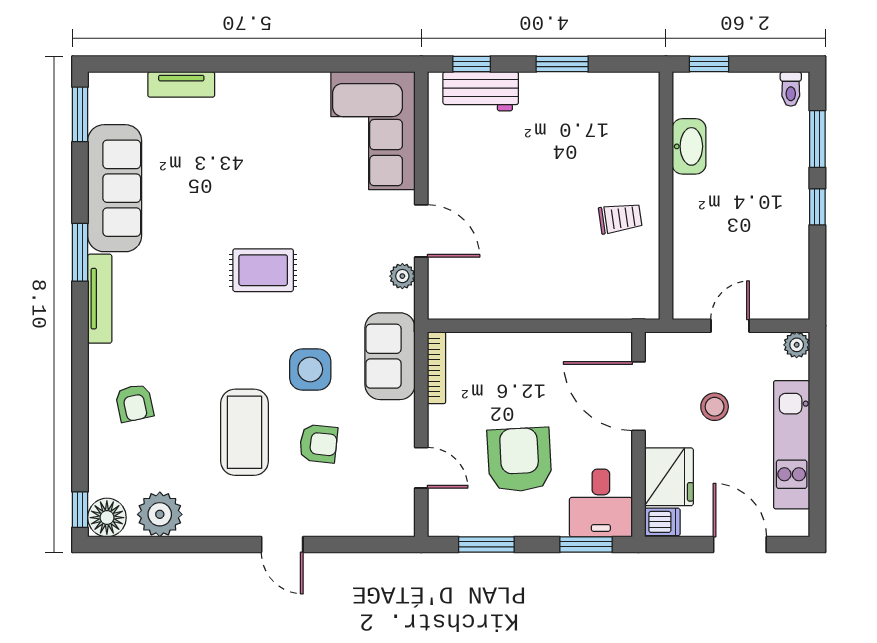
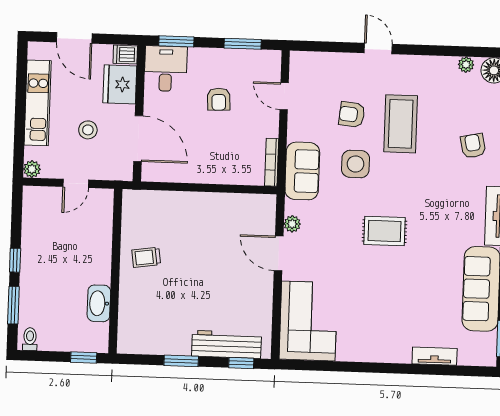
workbench: (481, 91) -> (226, 344), width x1.38
armchair: (519, 460) -> (219, 99), width x0.53, depth x0.53
plant: (160, 514) -> (466, 65), width x0.53, depth x0.53

